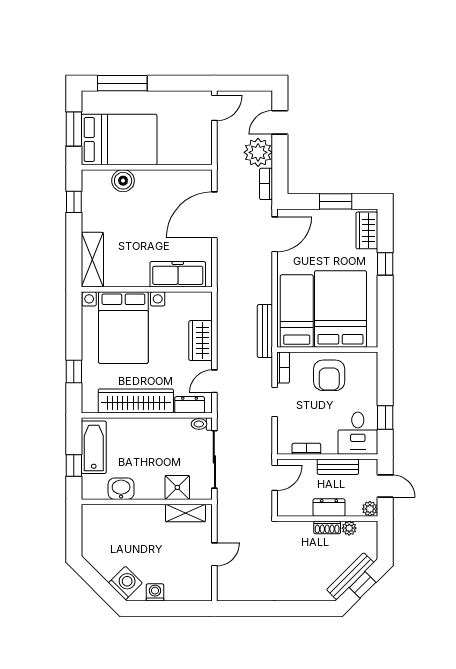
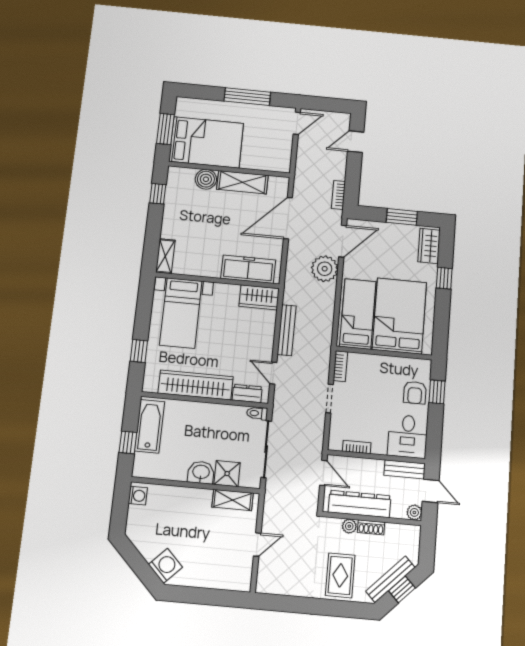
window: (122, 83) -> (247, 97), moved
plant: (258, 152) -> (325, 269), moved
shelving: (162, 180) -> (242, 182), added
shelving: (92, 260) -> (165, 256), width x0.67, depth x0.75
bed with nightstands: (123, 328) -> (181, 313), width x0.73
bench: (265, 331) -> (287, 330), moved
wardrobe: (200, 341) -> (259, 297), moved, turned -90
armchair: (329, 375) -> (415, 393), moved, width x0.72, depth x0.72
door: (214, 381) -> (273, 373), hinge flipped
window: (385, 418) -> (437, 392), moved
bench: (338, 467) -> (405, 469), moved
door: (275, 478) -> (323, 473), hinge flipped
washbasin: (121, 489) -> (201, 472), moved
dresser: (329, 508) -> (360, 504), width x1.96, depth x1.24
plant: (349, 528) -> (349, 526), moved
rug: (300, 577) -> (340, 575), added
washing machine: (155, 592) -> (138, 496), moved, turned 90

